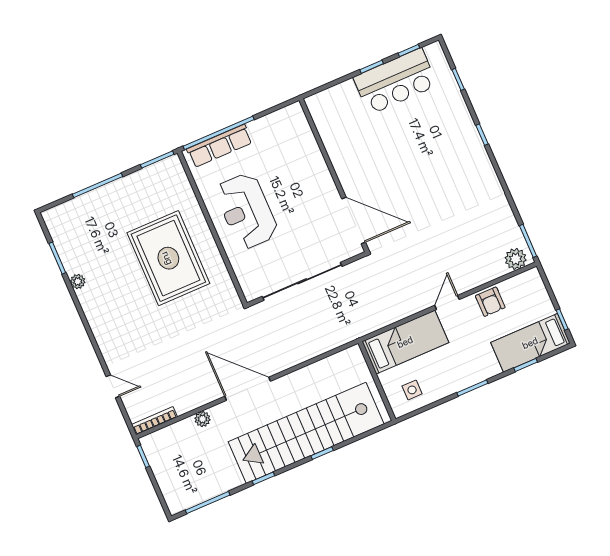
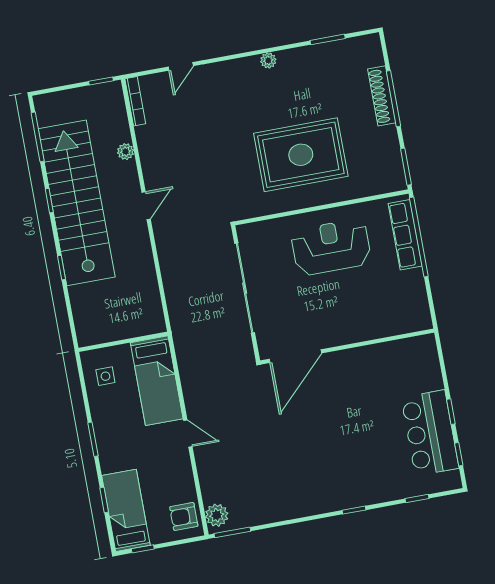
shoe rack: (98, 197) -> (382, 96), added
plant: (78, 281) -> (268, 60), moved
armchair: (490, 302) -> (184, 517), moved
door: (248, 389) -> (146, 206), width x0.53
stairs: (306, 433) -> (77, 203), moved

